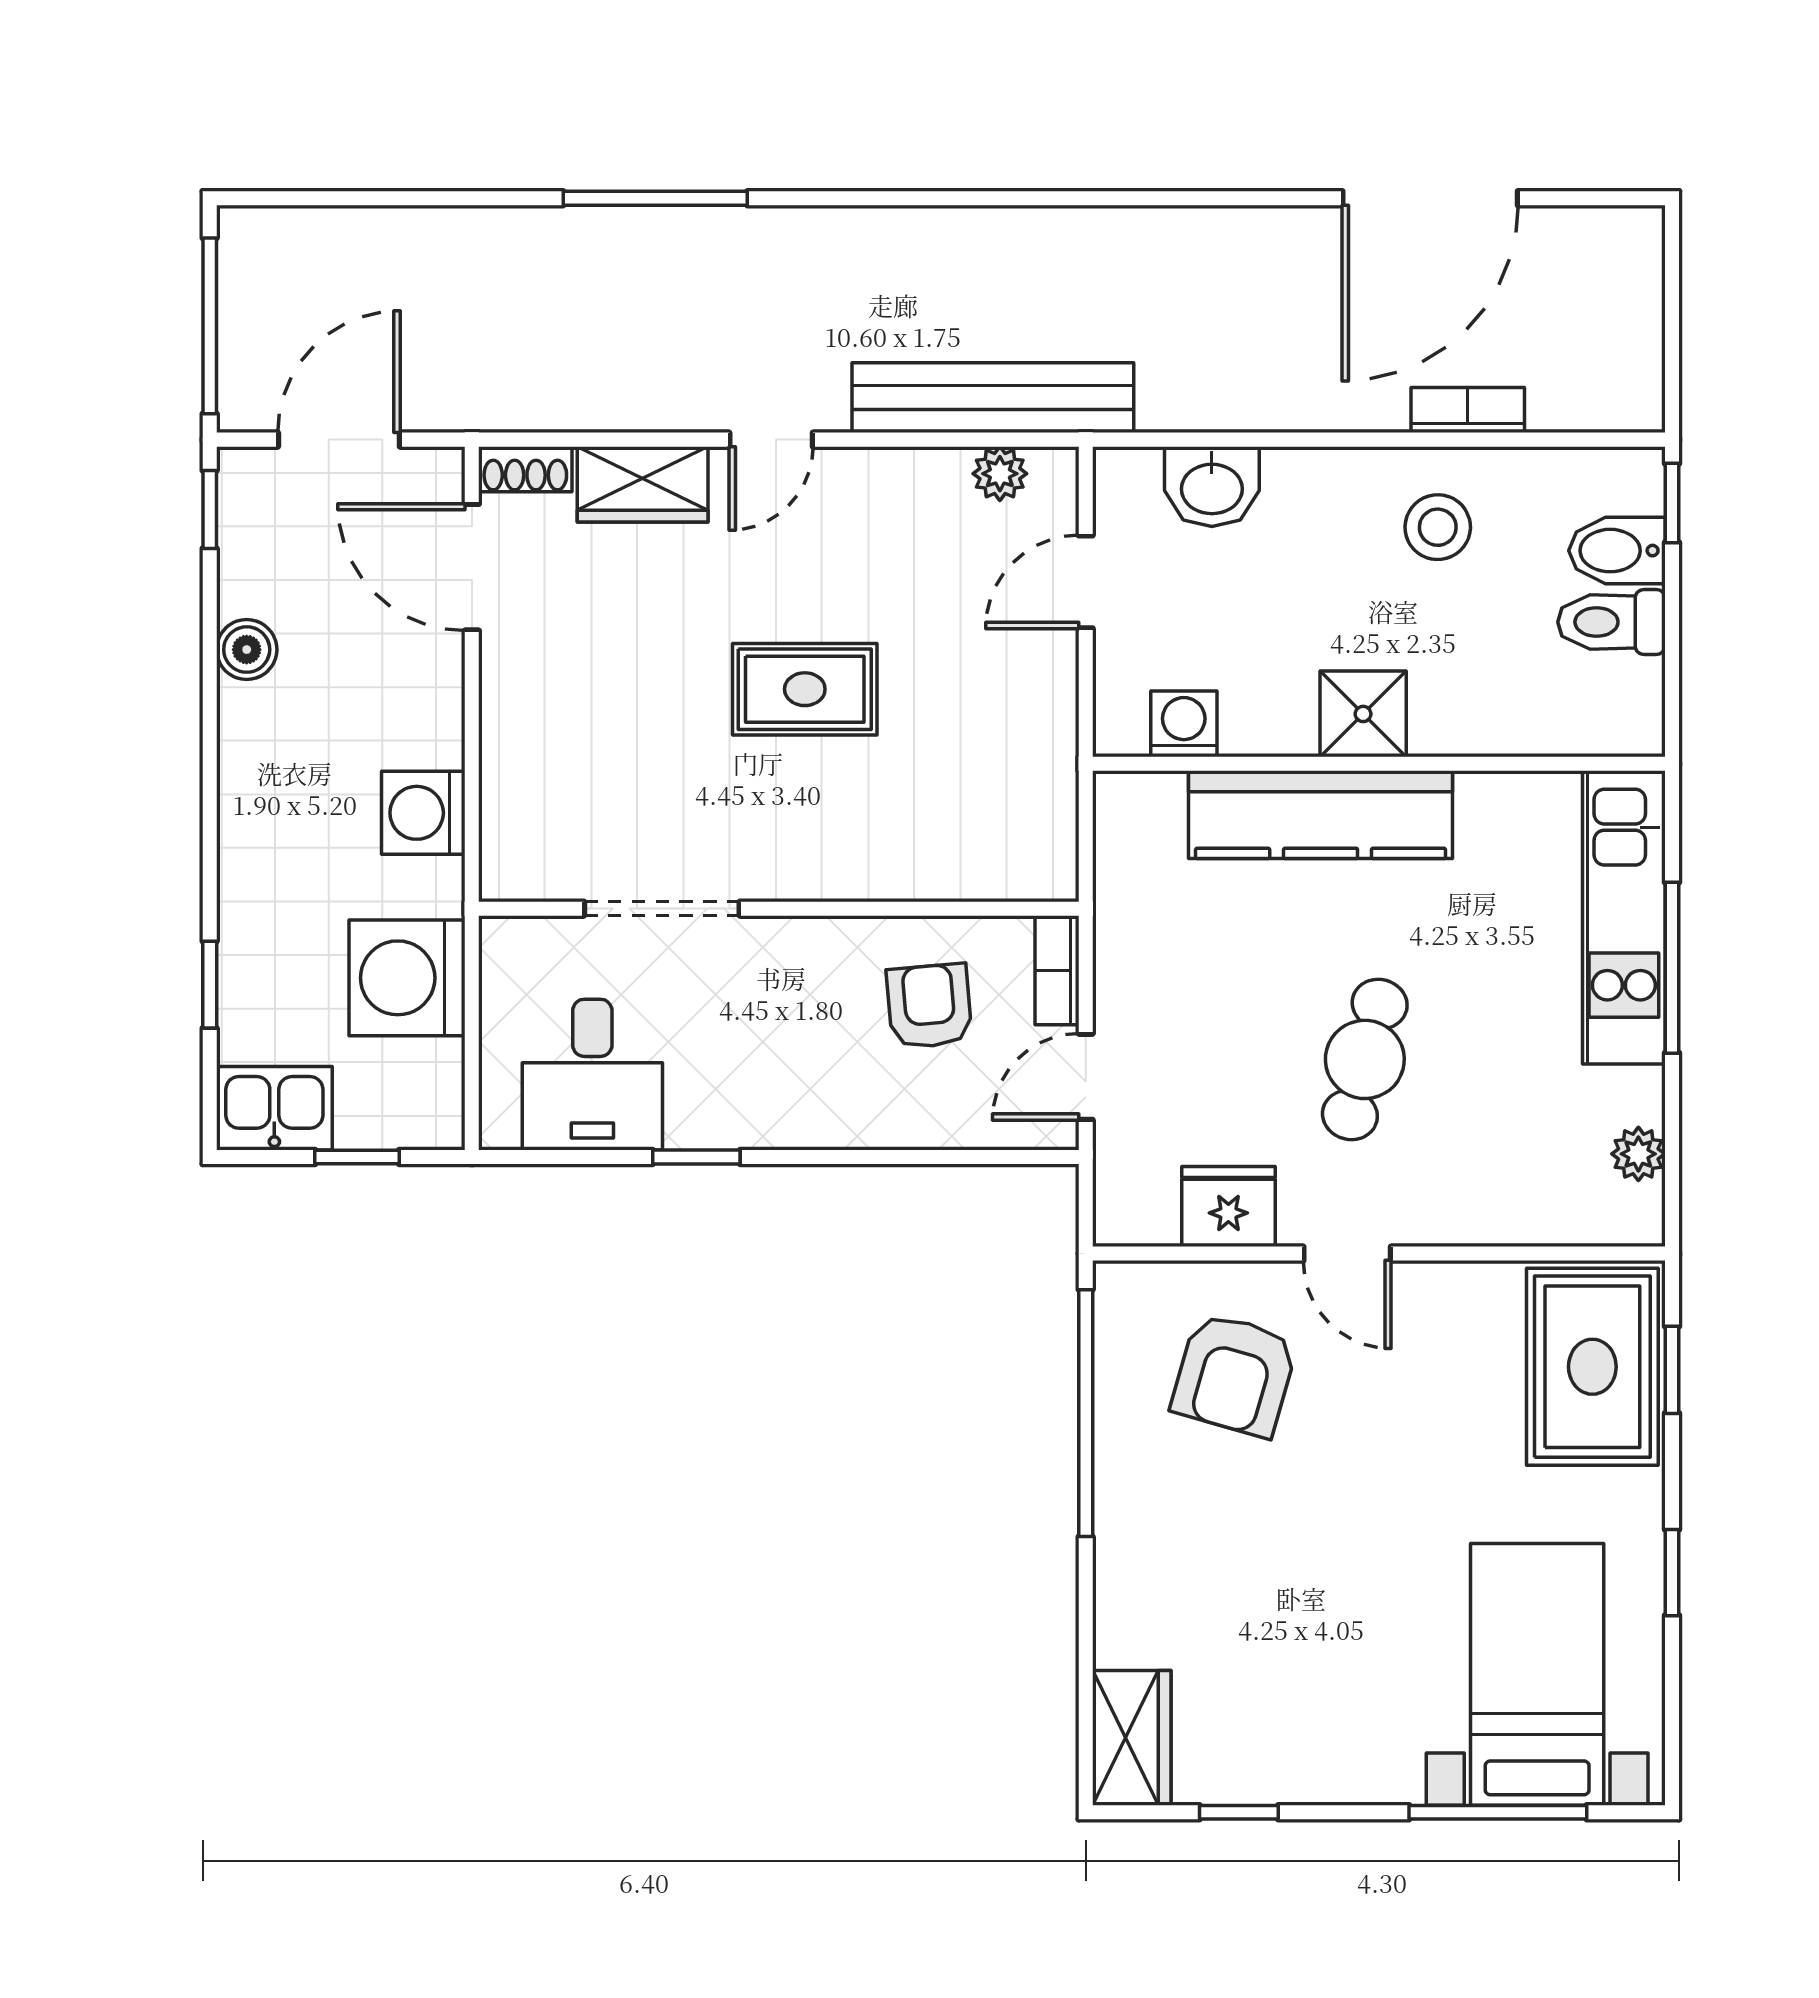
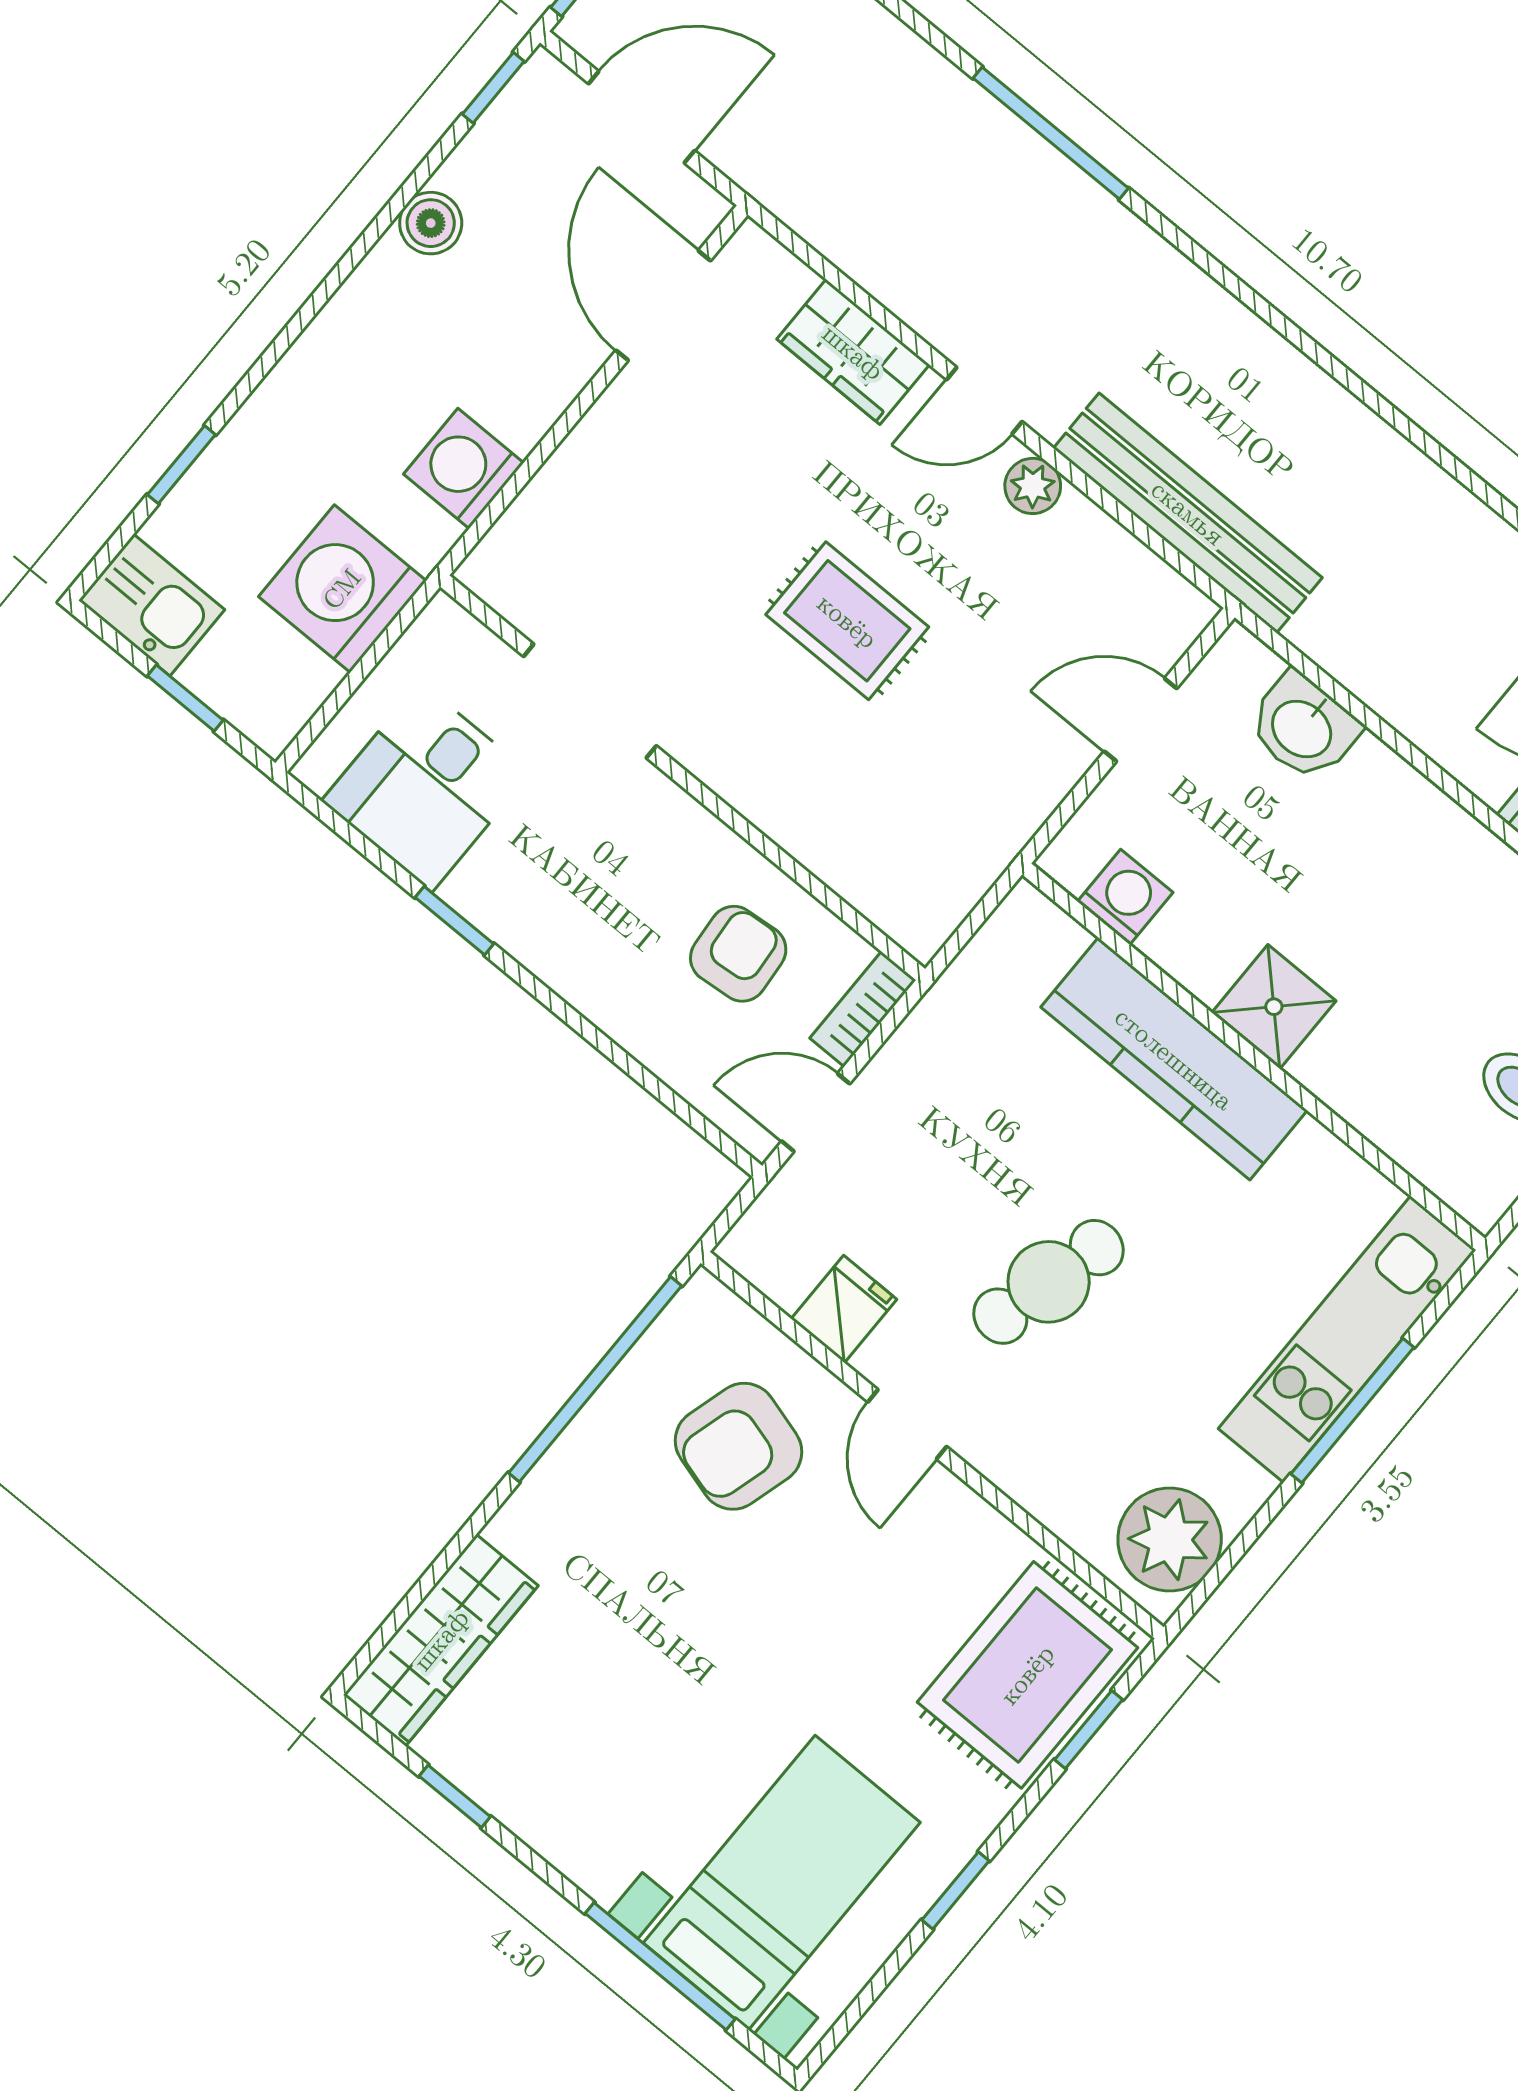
shoe rack: (525, 469) -> (770, 263), removed
plant: (1000, 474) -> (1033, 486), moved
stool: (1438, 527) -> (1456, 908), removed
plant: (1638, 1154) -> (1170, 1539), width x1.88, depth x1.88
fridge: (1228, 1207) -> (844, 1309), width x0.72
wardrobe: (1132, 1738) -> (441, 1640), width x1.50

